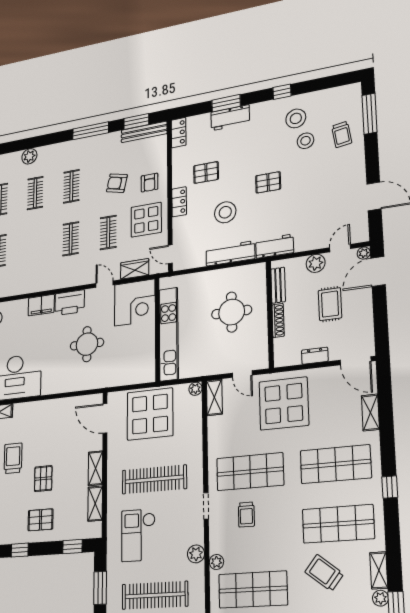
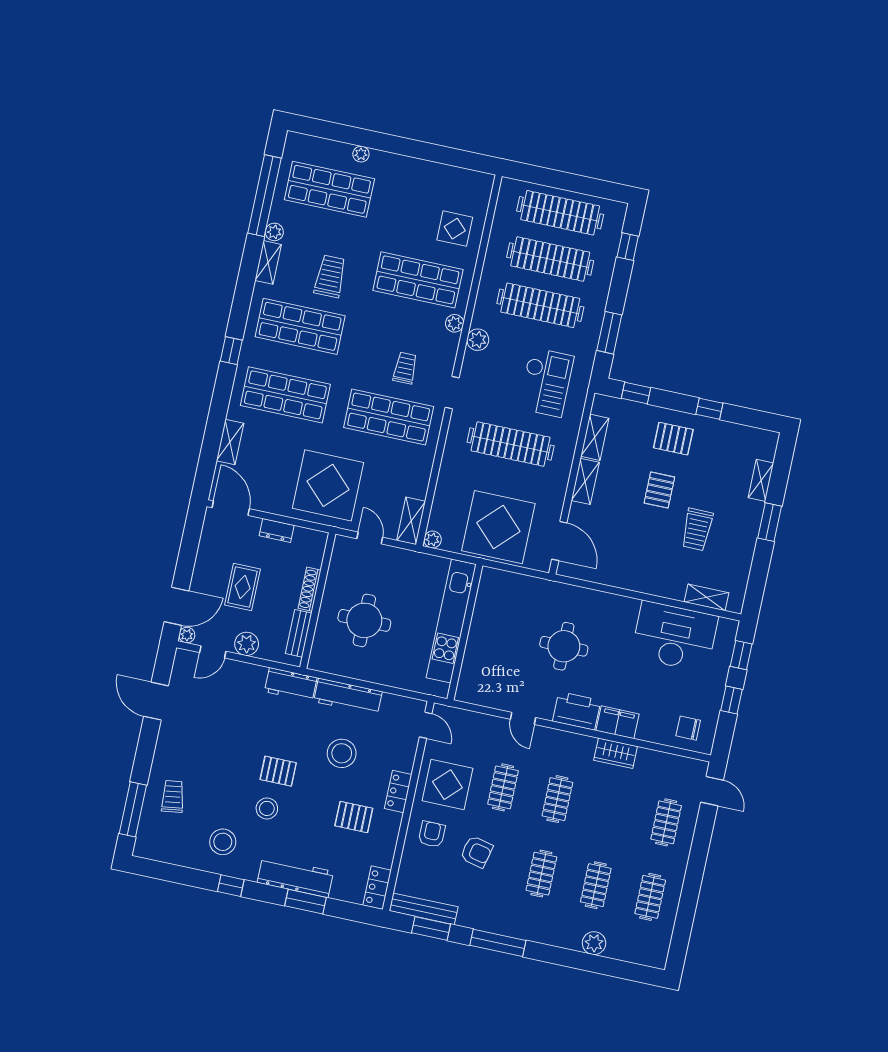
workbench: (230, 118) -> (295, 877), width x1.38
stool: (305, 141) -> (267, 808), moved
wardrobe: (135, 269) -> (616, 753), moved
corner desk: (135, 303) -> (487, 678), removed
trolley: (324, 573) -> (330, 276), turned -128

